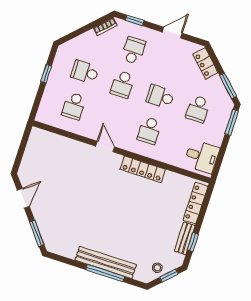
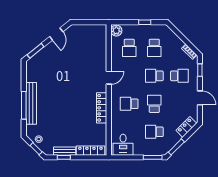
school desk: (85, 72) -> (154, 48), turned 180
school desk: (74, 106) -> (129, 48), turned -90
plant: (45, 116) -> (116, 31), added
door: (23, 198) -> (56, 34), hinge flipped

